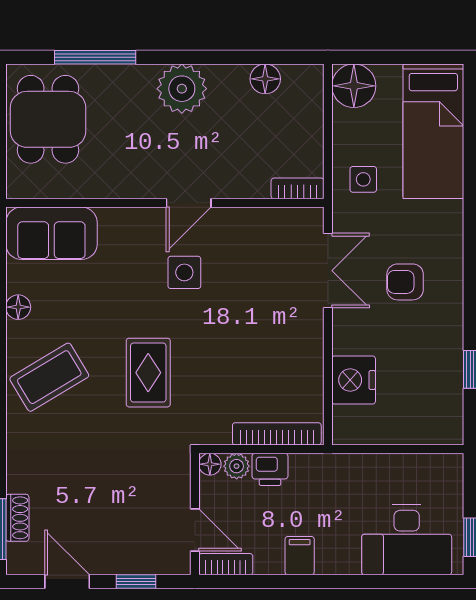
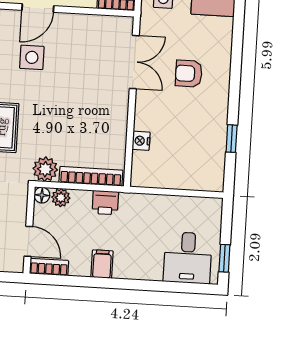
nightstand: (354, 380) -> (141, 141), width x0.53, depth x0.56
plant: (212, 428) -> (45, 169), added
printer: (270, 469) -> (105, 203), moved
desk: (407, 540) -> (188, 258), width x0.73

